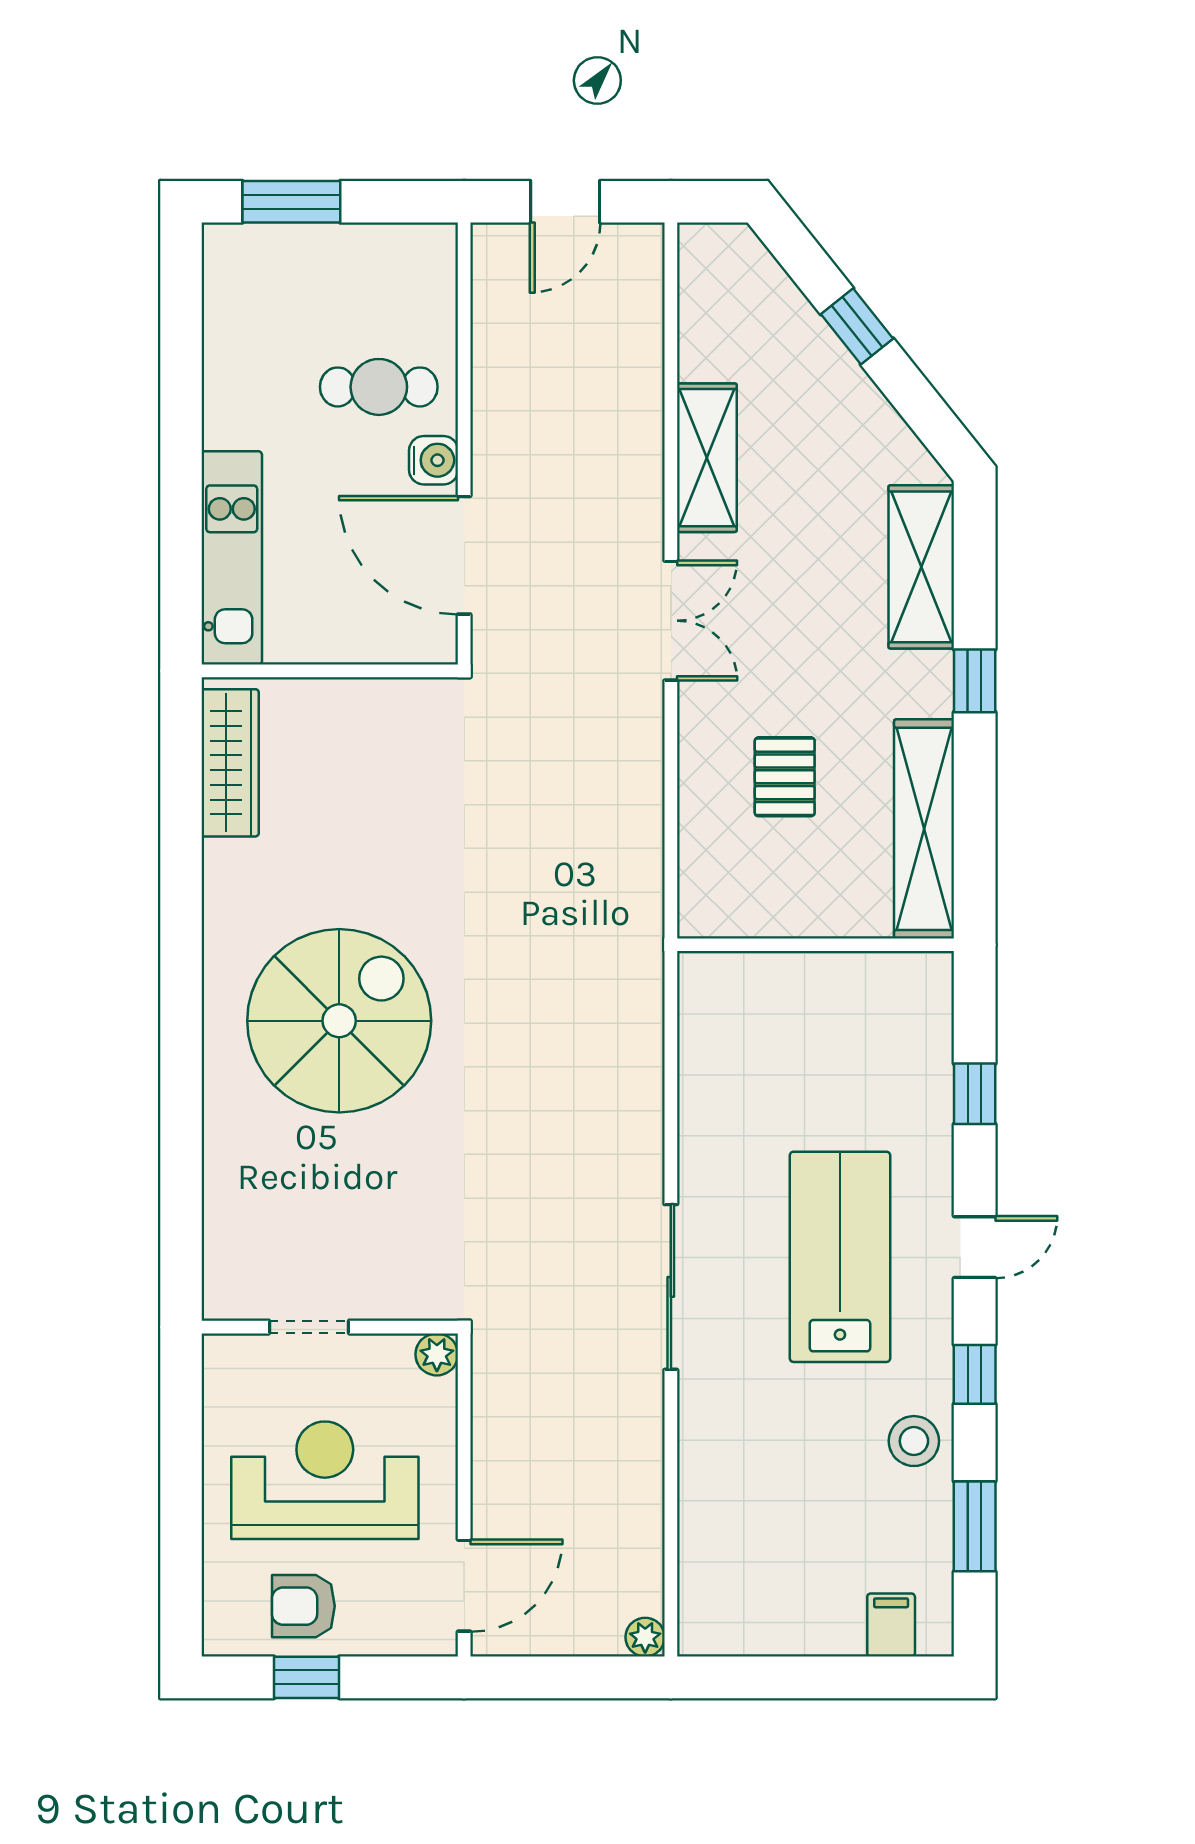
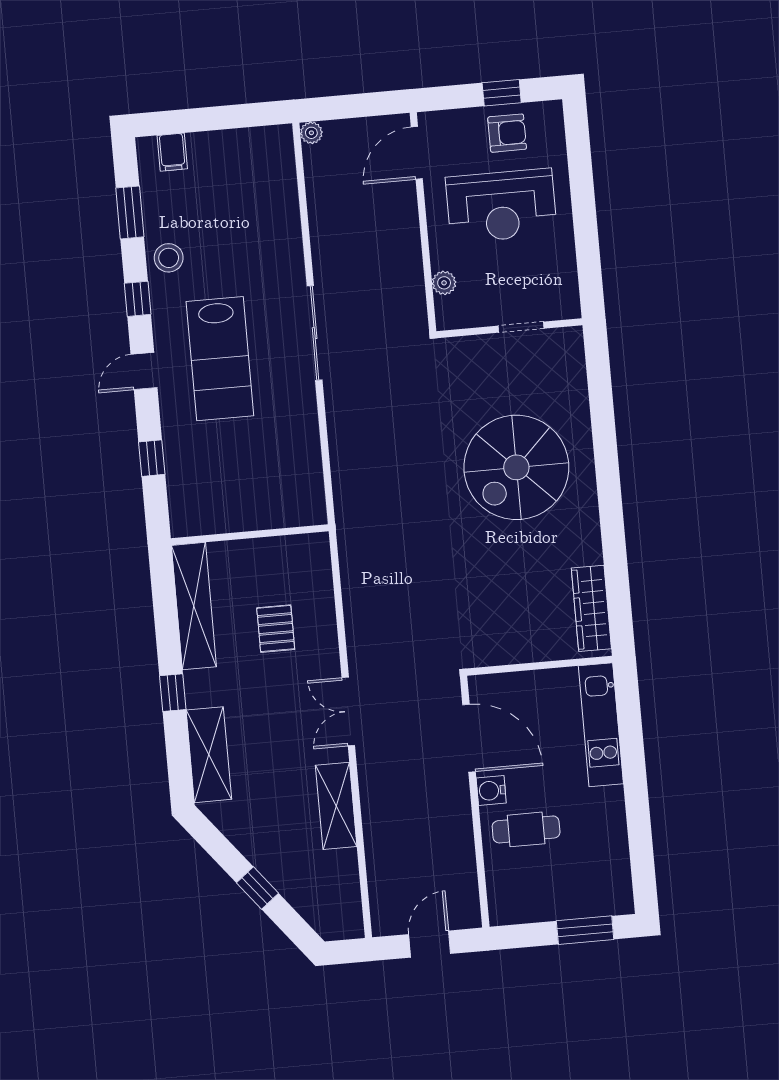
doorway: (309, 1327) -> (521, 327), moved
wall: (330, 1327) -> (509, 328), moved

